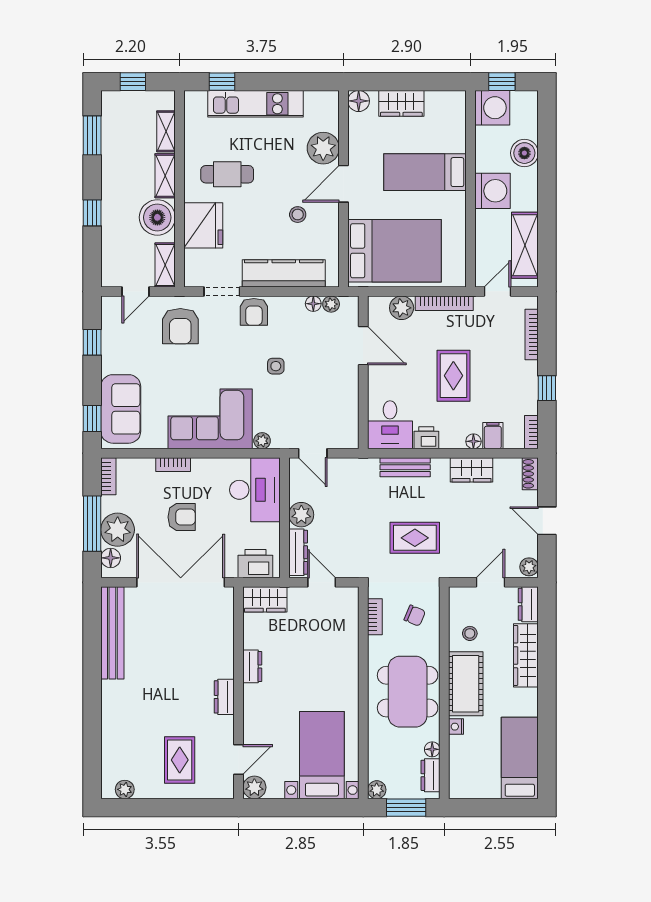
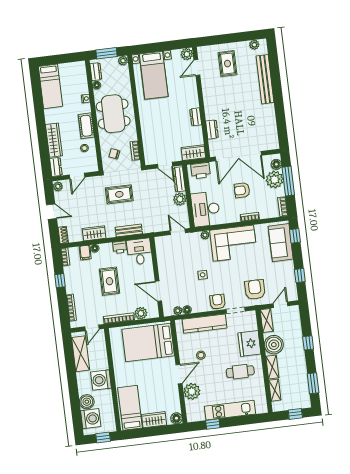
window: (222, 82) -> (213, 424), moved
washing machine: (492, 108) -> (91, 419), moved, turned 180
bed: (425, 172) -> (130, 408), moved, turned -90
bench: (112, 633) -> (265, 79), moved
cot: (466, 684) -> (86, 126), width x0.73, depth x0.75
dresser: (224, 697) -> (212, 129), moved

